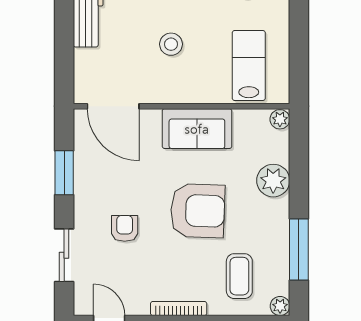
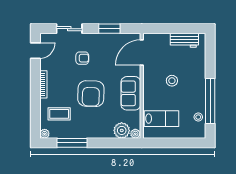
plant: (273, 181) -> (122, 130), moved

